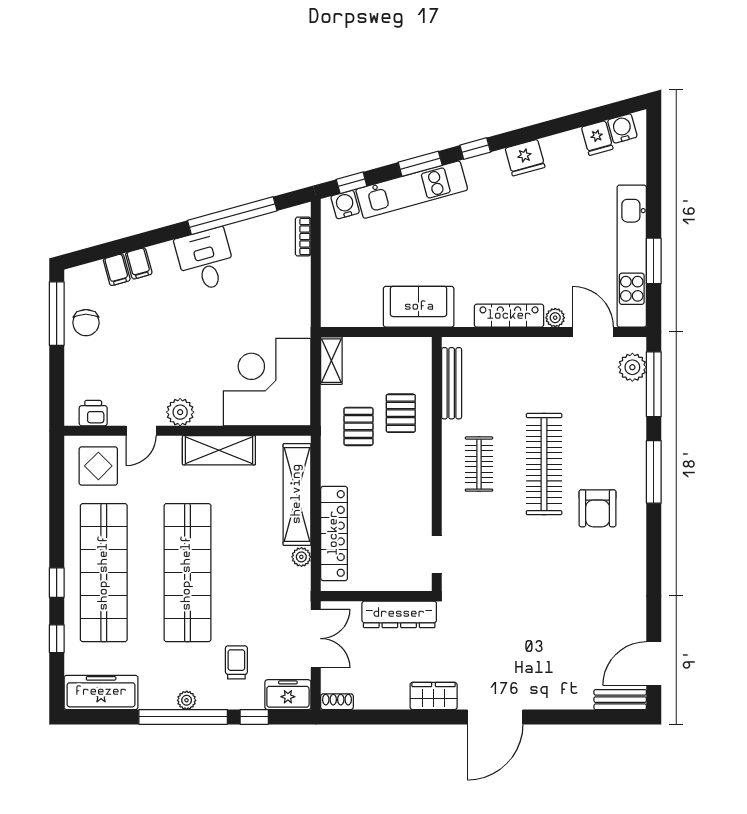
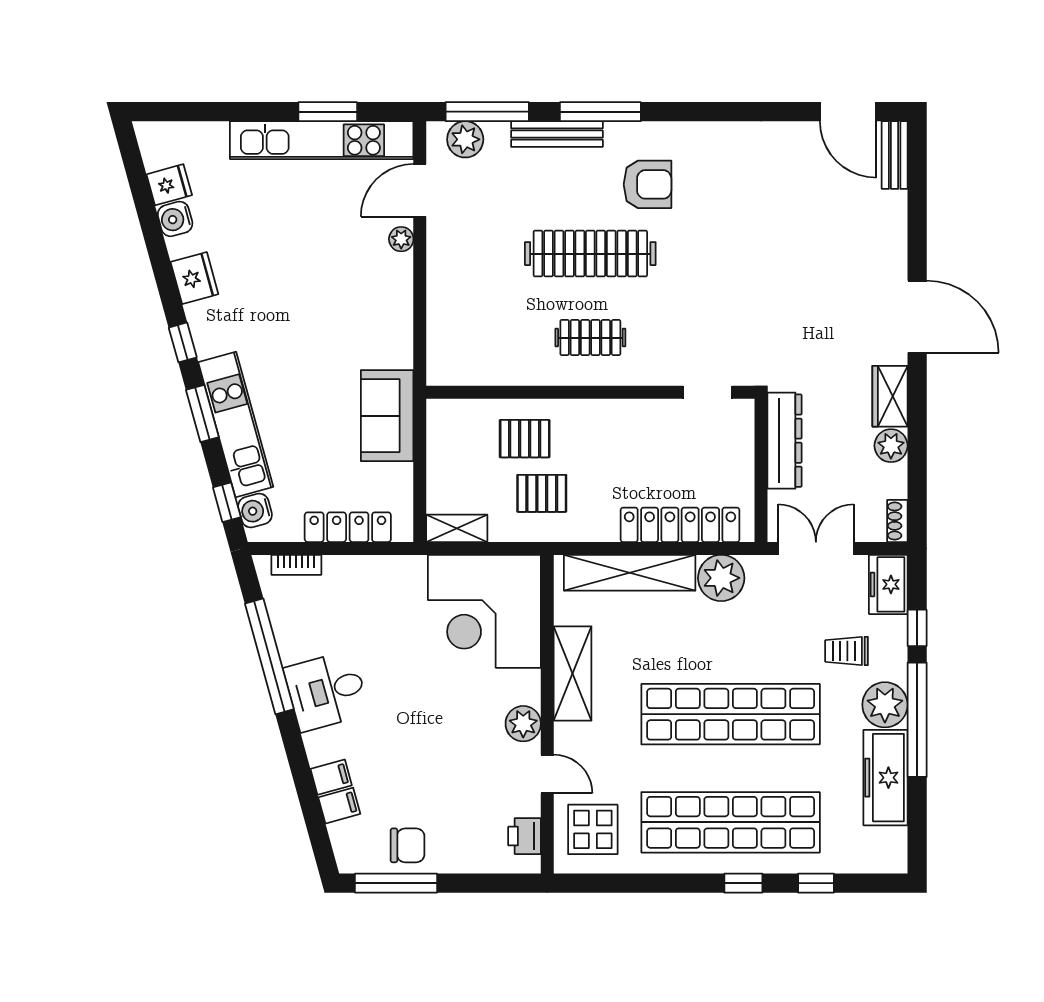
water cooler: (622, 128) -> (175, 219), moved
locker: (509, 316) -> (348, 527), moved, turned 90
bench: (452, 383) -> (557, 134), moved
plant: (301, 557) -> (721, 578), width x1.88, depth x1.88
freezer: (101, 692) -> (885, 778), moved
plant: (395, 697) -> (891, 446), added
plant: (187, 700) -> (885, 705), width x1.88, depth x1.88

